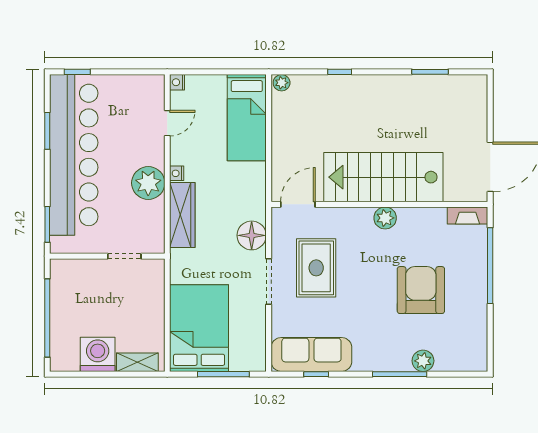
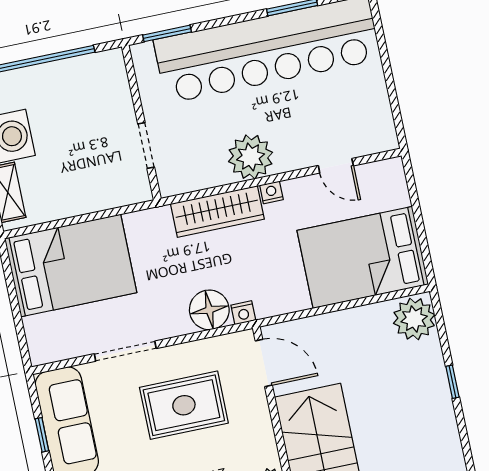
window: (77, 72) -> (379, 31), removed
nightstand: (177, 82) -> (243, 313), moved, turned 180
plant: (282, 83) -> (414, 319), width x1.87, depth x1.87
bed: (247, 118) -> (363, 257), width x1.50
doorway: (269, 281) -> (125, 351), moved
window: (223, 374) -> (16, 311), removed

